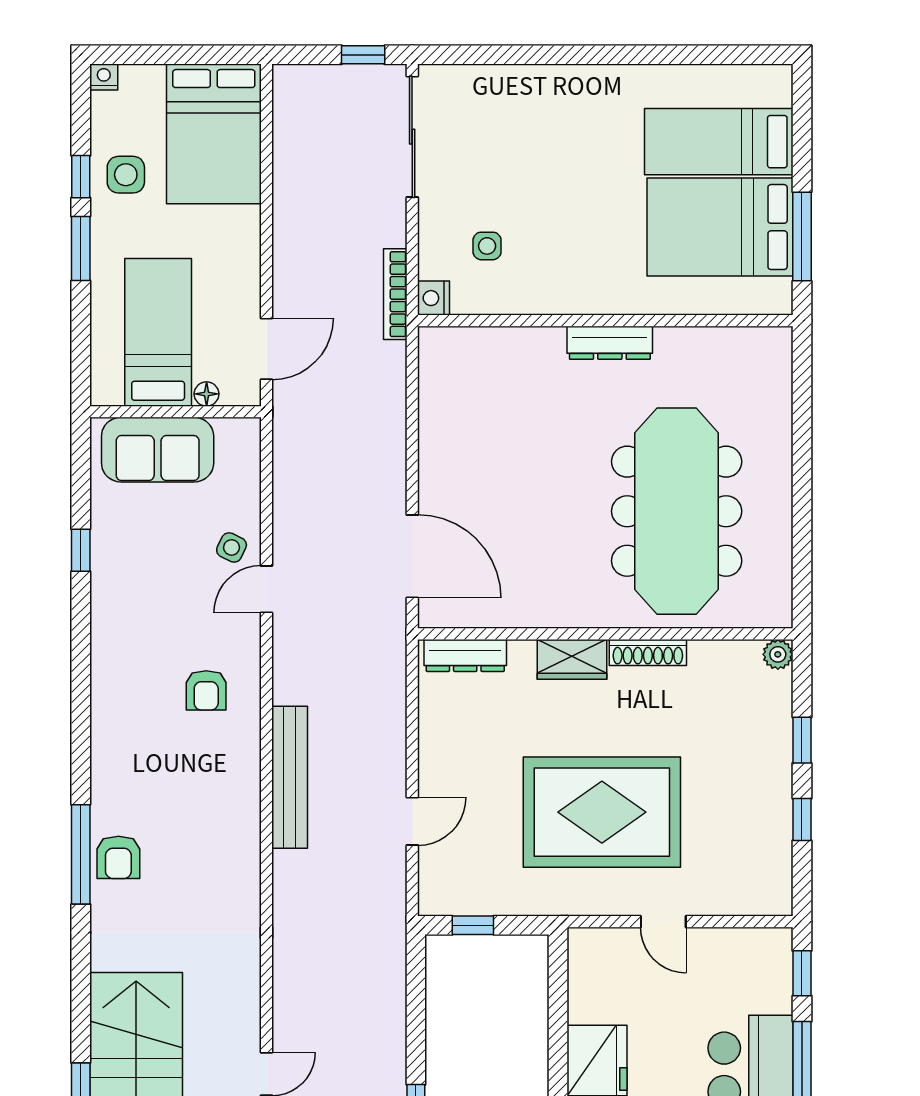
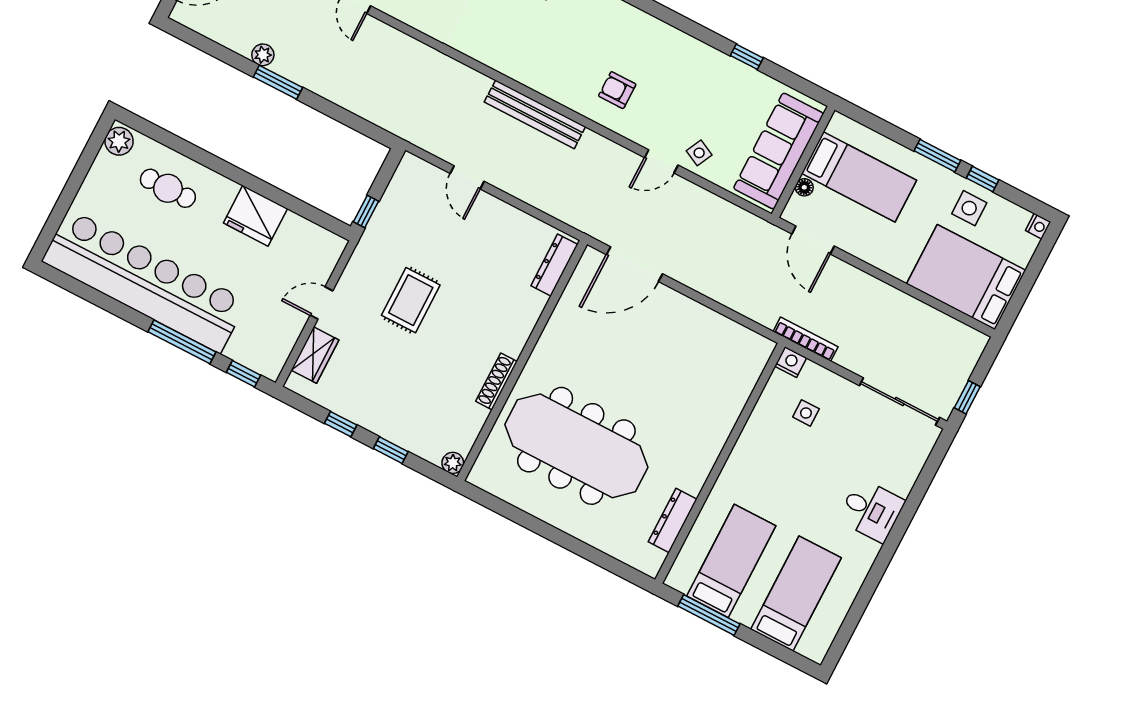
desk: (566, 102) -> (871, 510), added
bed: (720, 227) -> (731, 561), width x0.67
dresser: (610, 343) -> (673, 521), moved
sofa: (158, 450) -> (779, 151), width x1.36
door: (267, 589) -> (661, 161), swing flipped
wardrobe: (572, 659) -> (315, 355), moved, turned 180
rug: (602, 812) -> (411, 300), width x0.54, depth x0.49
window: (473, 925) -> (366, 212), moved

